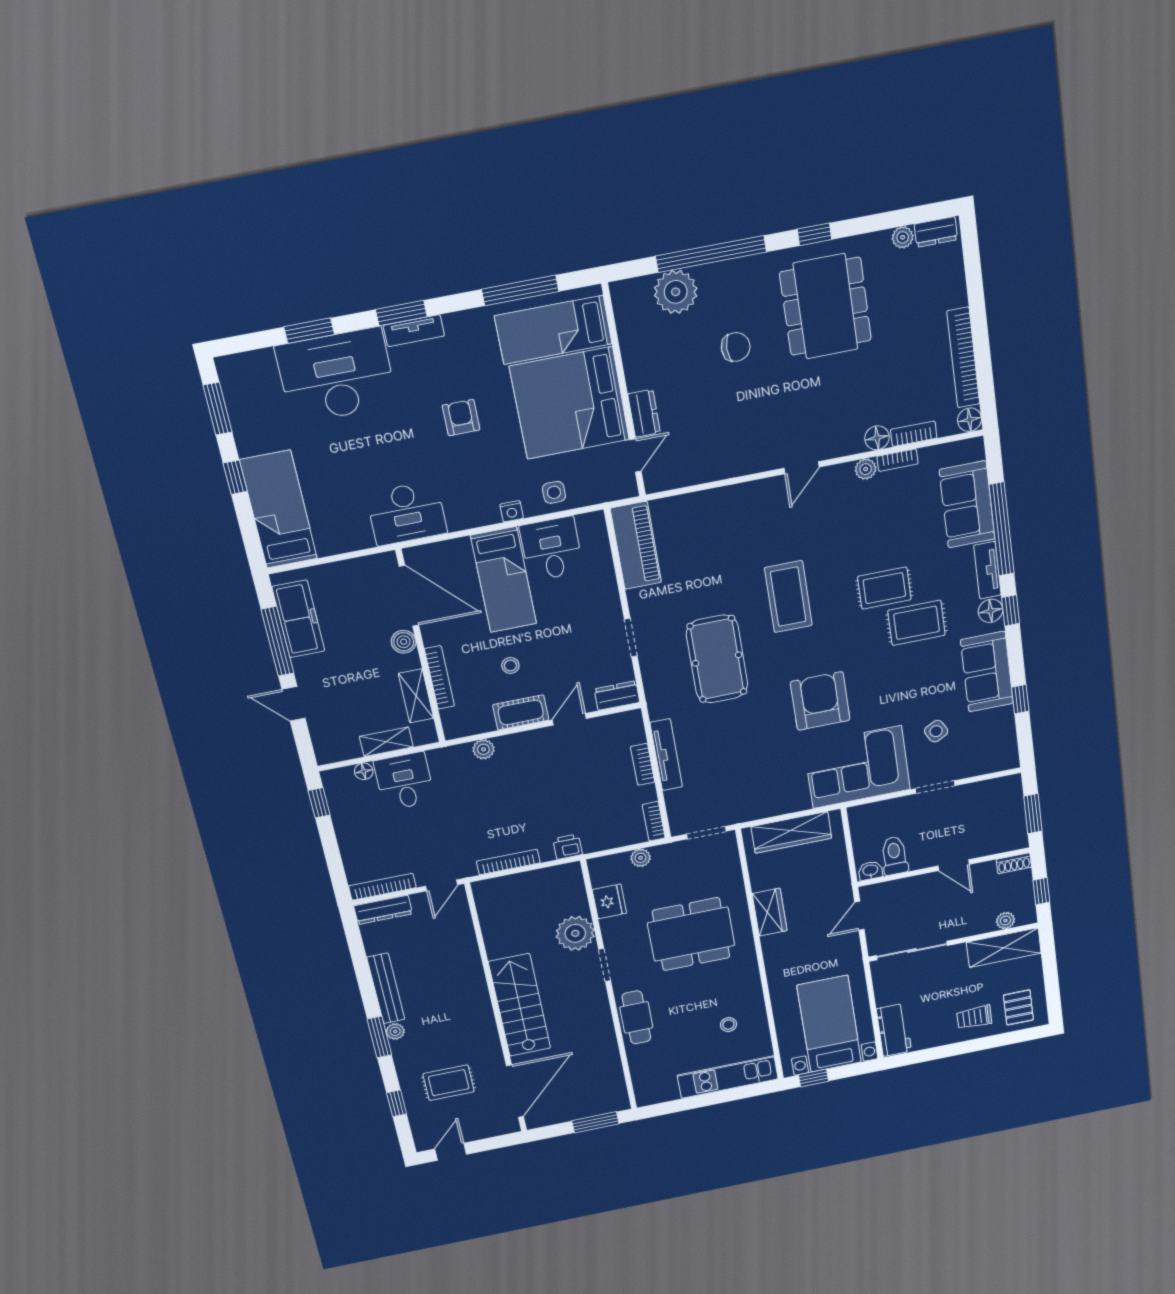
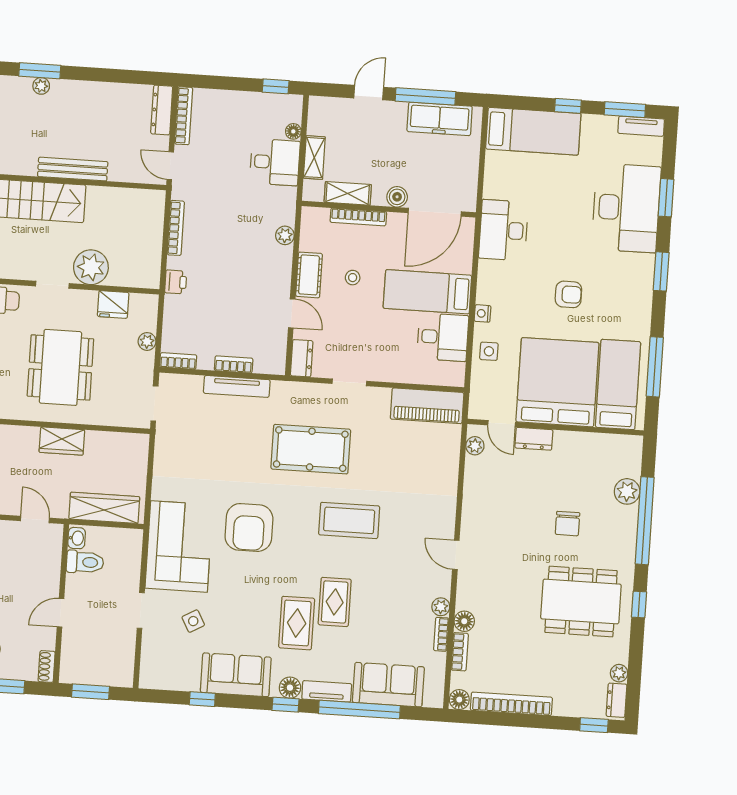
window: (971, 252) -> (594, 725), added
plant: (676, 292) -> (627, 491), width x0.73, depth x0.73
tv unit: (414, 331) -> (641, 126), moved, turned -90
plant: (669, 479) -> (475, 446), added
armchair: (820, 701) -> (249, 527), turned 90
wardrobe: (791, 832) -> (104, 508), moved, turned 90
bench: (386, 988) -> (73, 169), moved

